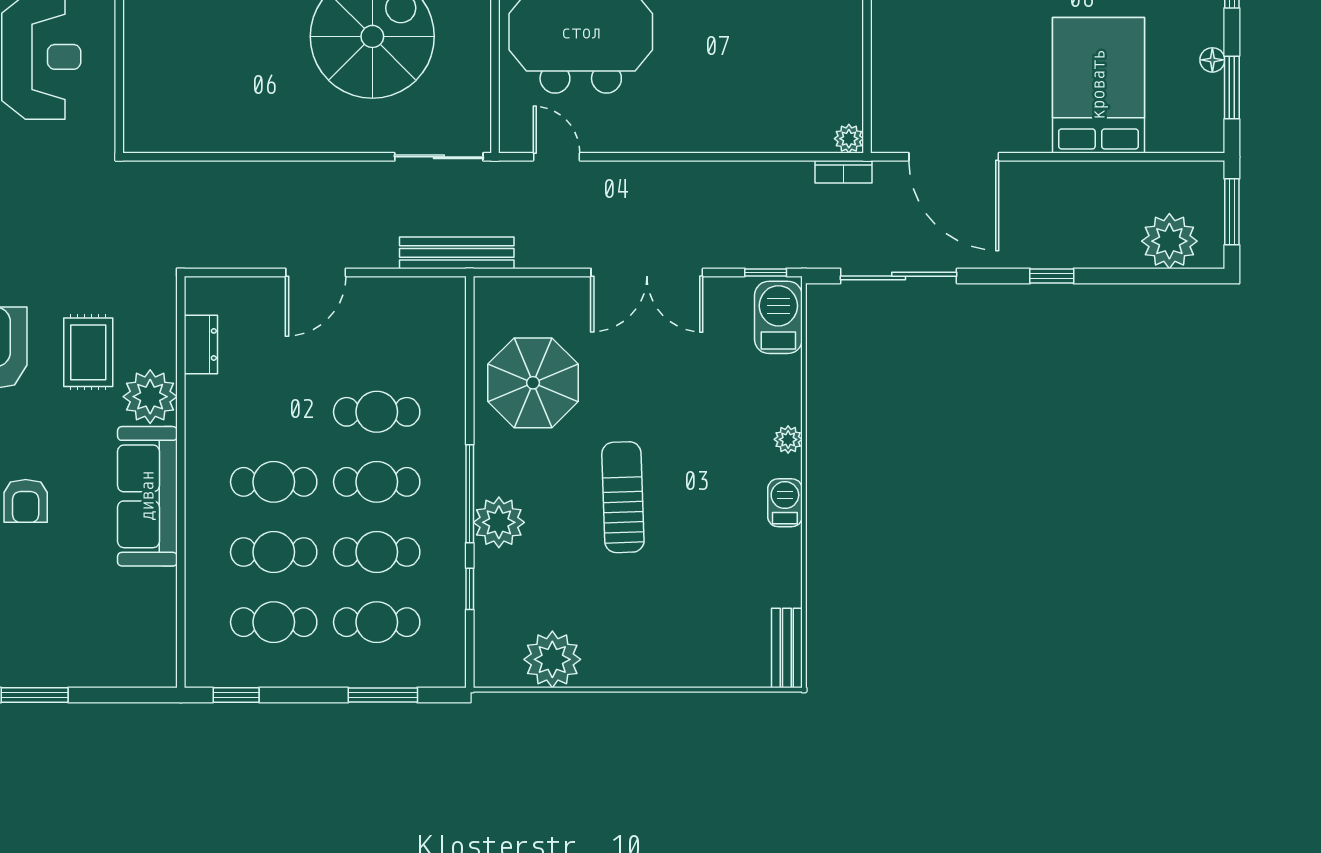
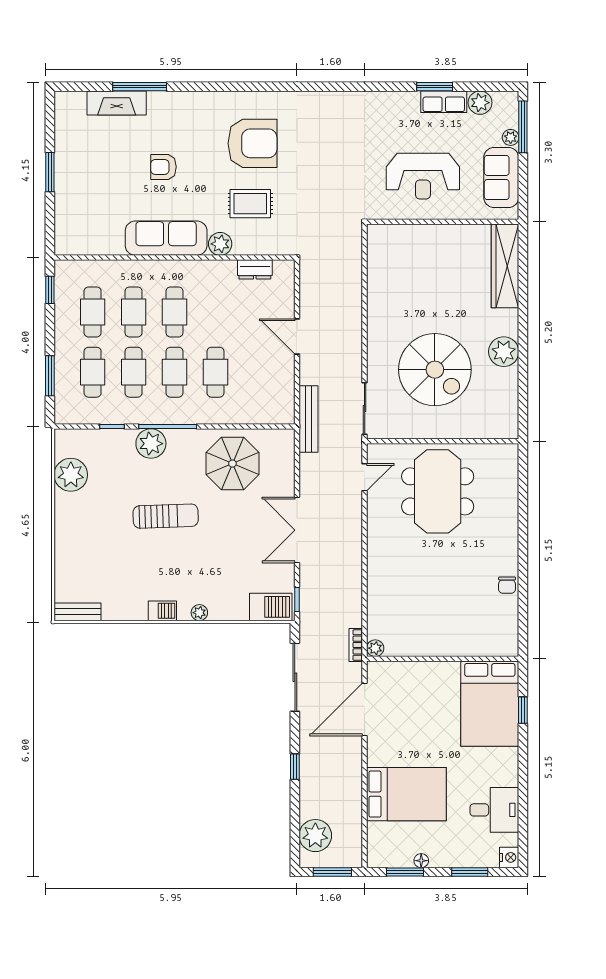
plant: (150, 397) -> (220, 244), width x0.73, depth x0.73

